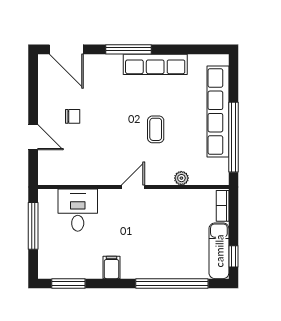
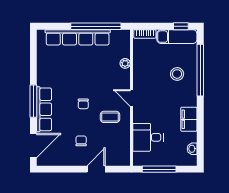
row of seats: (155, 64) -> (44, 109), moved
chair: (125, 119) -> (83, 104), added
coffee table: (156, 129) -> (110, 117), moved
stool: (167, 251) -> (177, 74), added
filing cabinet: (112, 267) -> (189, 119), width x2.00
washbasin: (62, 272) -> (192, 149), added
window: (68, 283) -> (200, 144), removed

